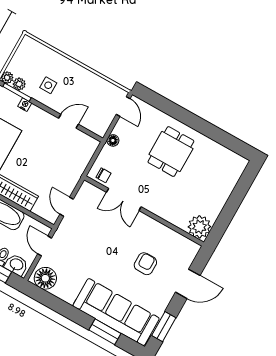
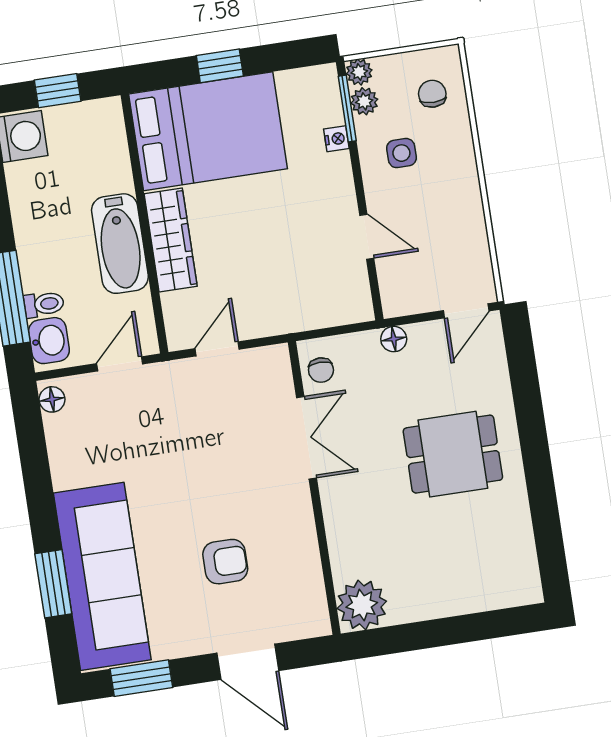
chair: (36, 57) -> (432, 94), added
double door: (124, 200) -> (307, 438), swing flipped
floor lamp: (45, 278) -> (52, 399), width x0.53, depth x0.53

